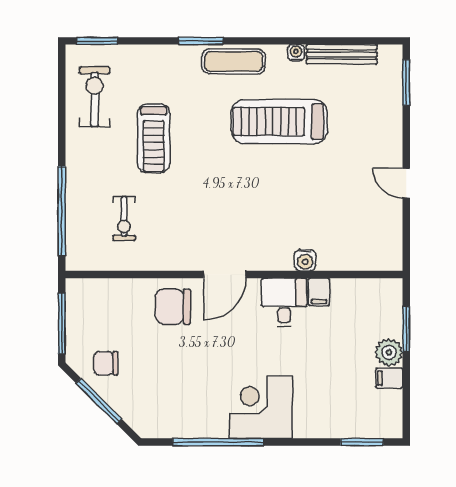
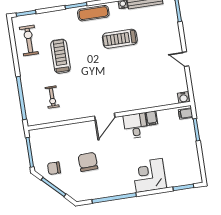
treadmill: (279, 121) -> (120, 39), width x0.73, depth x0.73
treadmill: (154, 138) -> (60, 56), turned 180
water cooler: (305, 260) -> (183, 97), moved
chair: (173, 307) -> (88, 162), moved, turned 88
plant: (389, 352) -> (190, 142), removed
filing cabinet: (389, 378) -> (186, 113), moved
corner desk: (261, 407) -> (149, 175), moved

